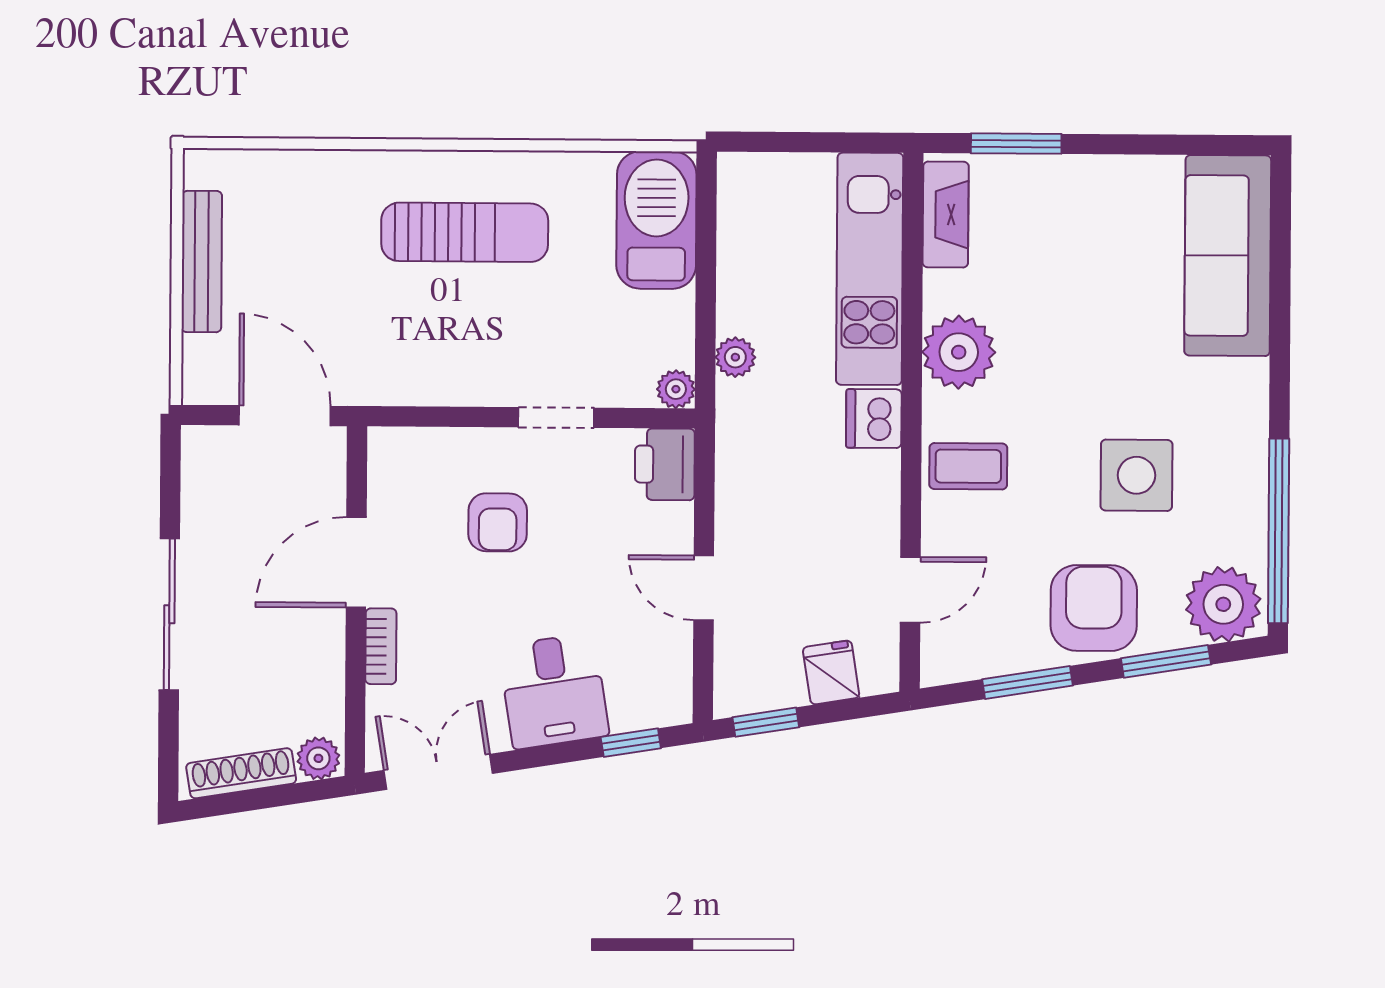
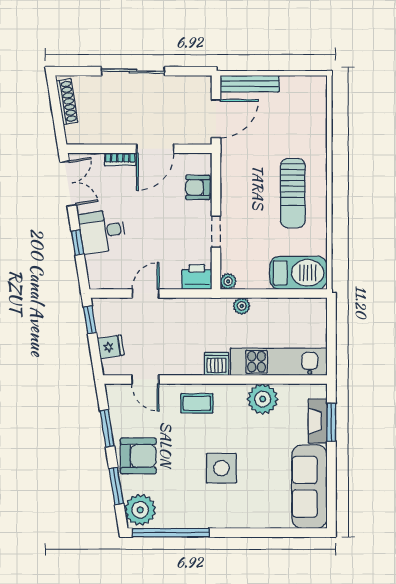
fireplace: (946, 214) -> (318, 421), moved, turned 90
sofa: (1228, 256) -> (309, 487), moved, turned -90
bench: (202, 262) -> (250, 84), moved
plant: (959, 352) -> (263, 399), moved
coffee table: (968, 466) -> (197, 403), turned 90
side table: (1136, 475) -> (221, 468), moved
armchair: (498, 522) -> (198, 187), moved
door: (356, 562) -> (155, 149), swing flipped
window: (631, 743) -> (78, 242), moved
plant: (318, 758) -> (73, 134), removed

